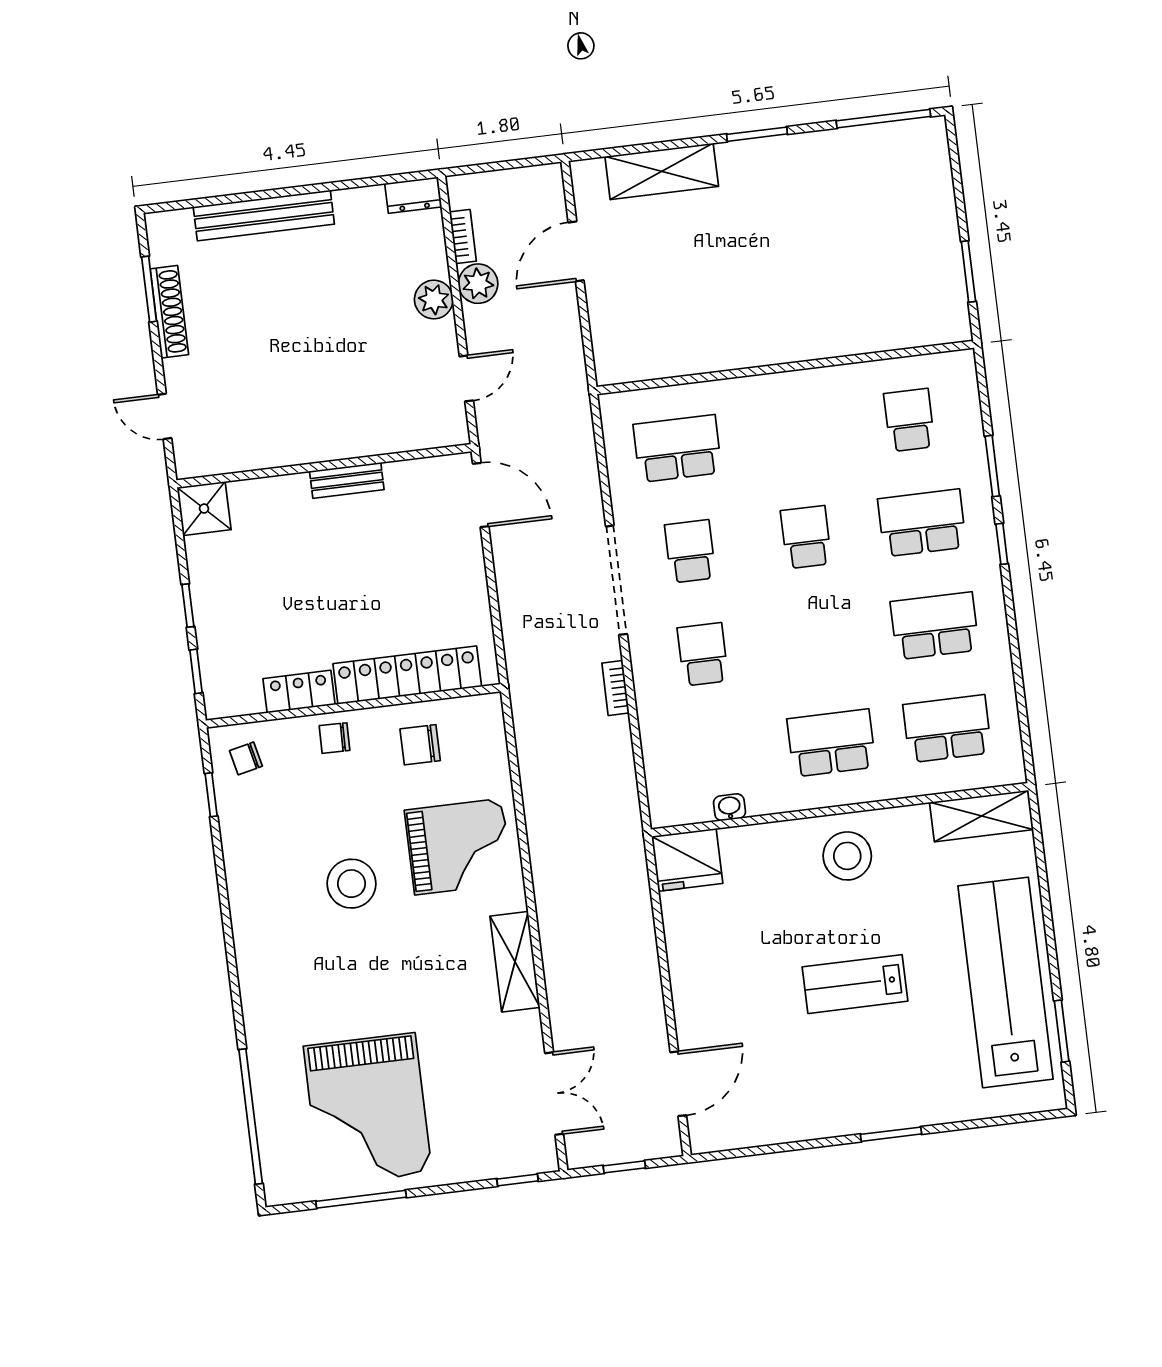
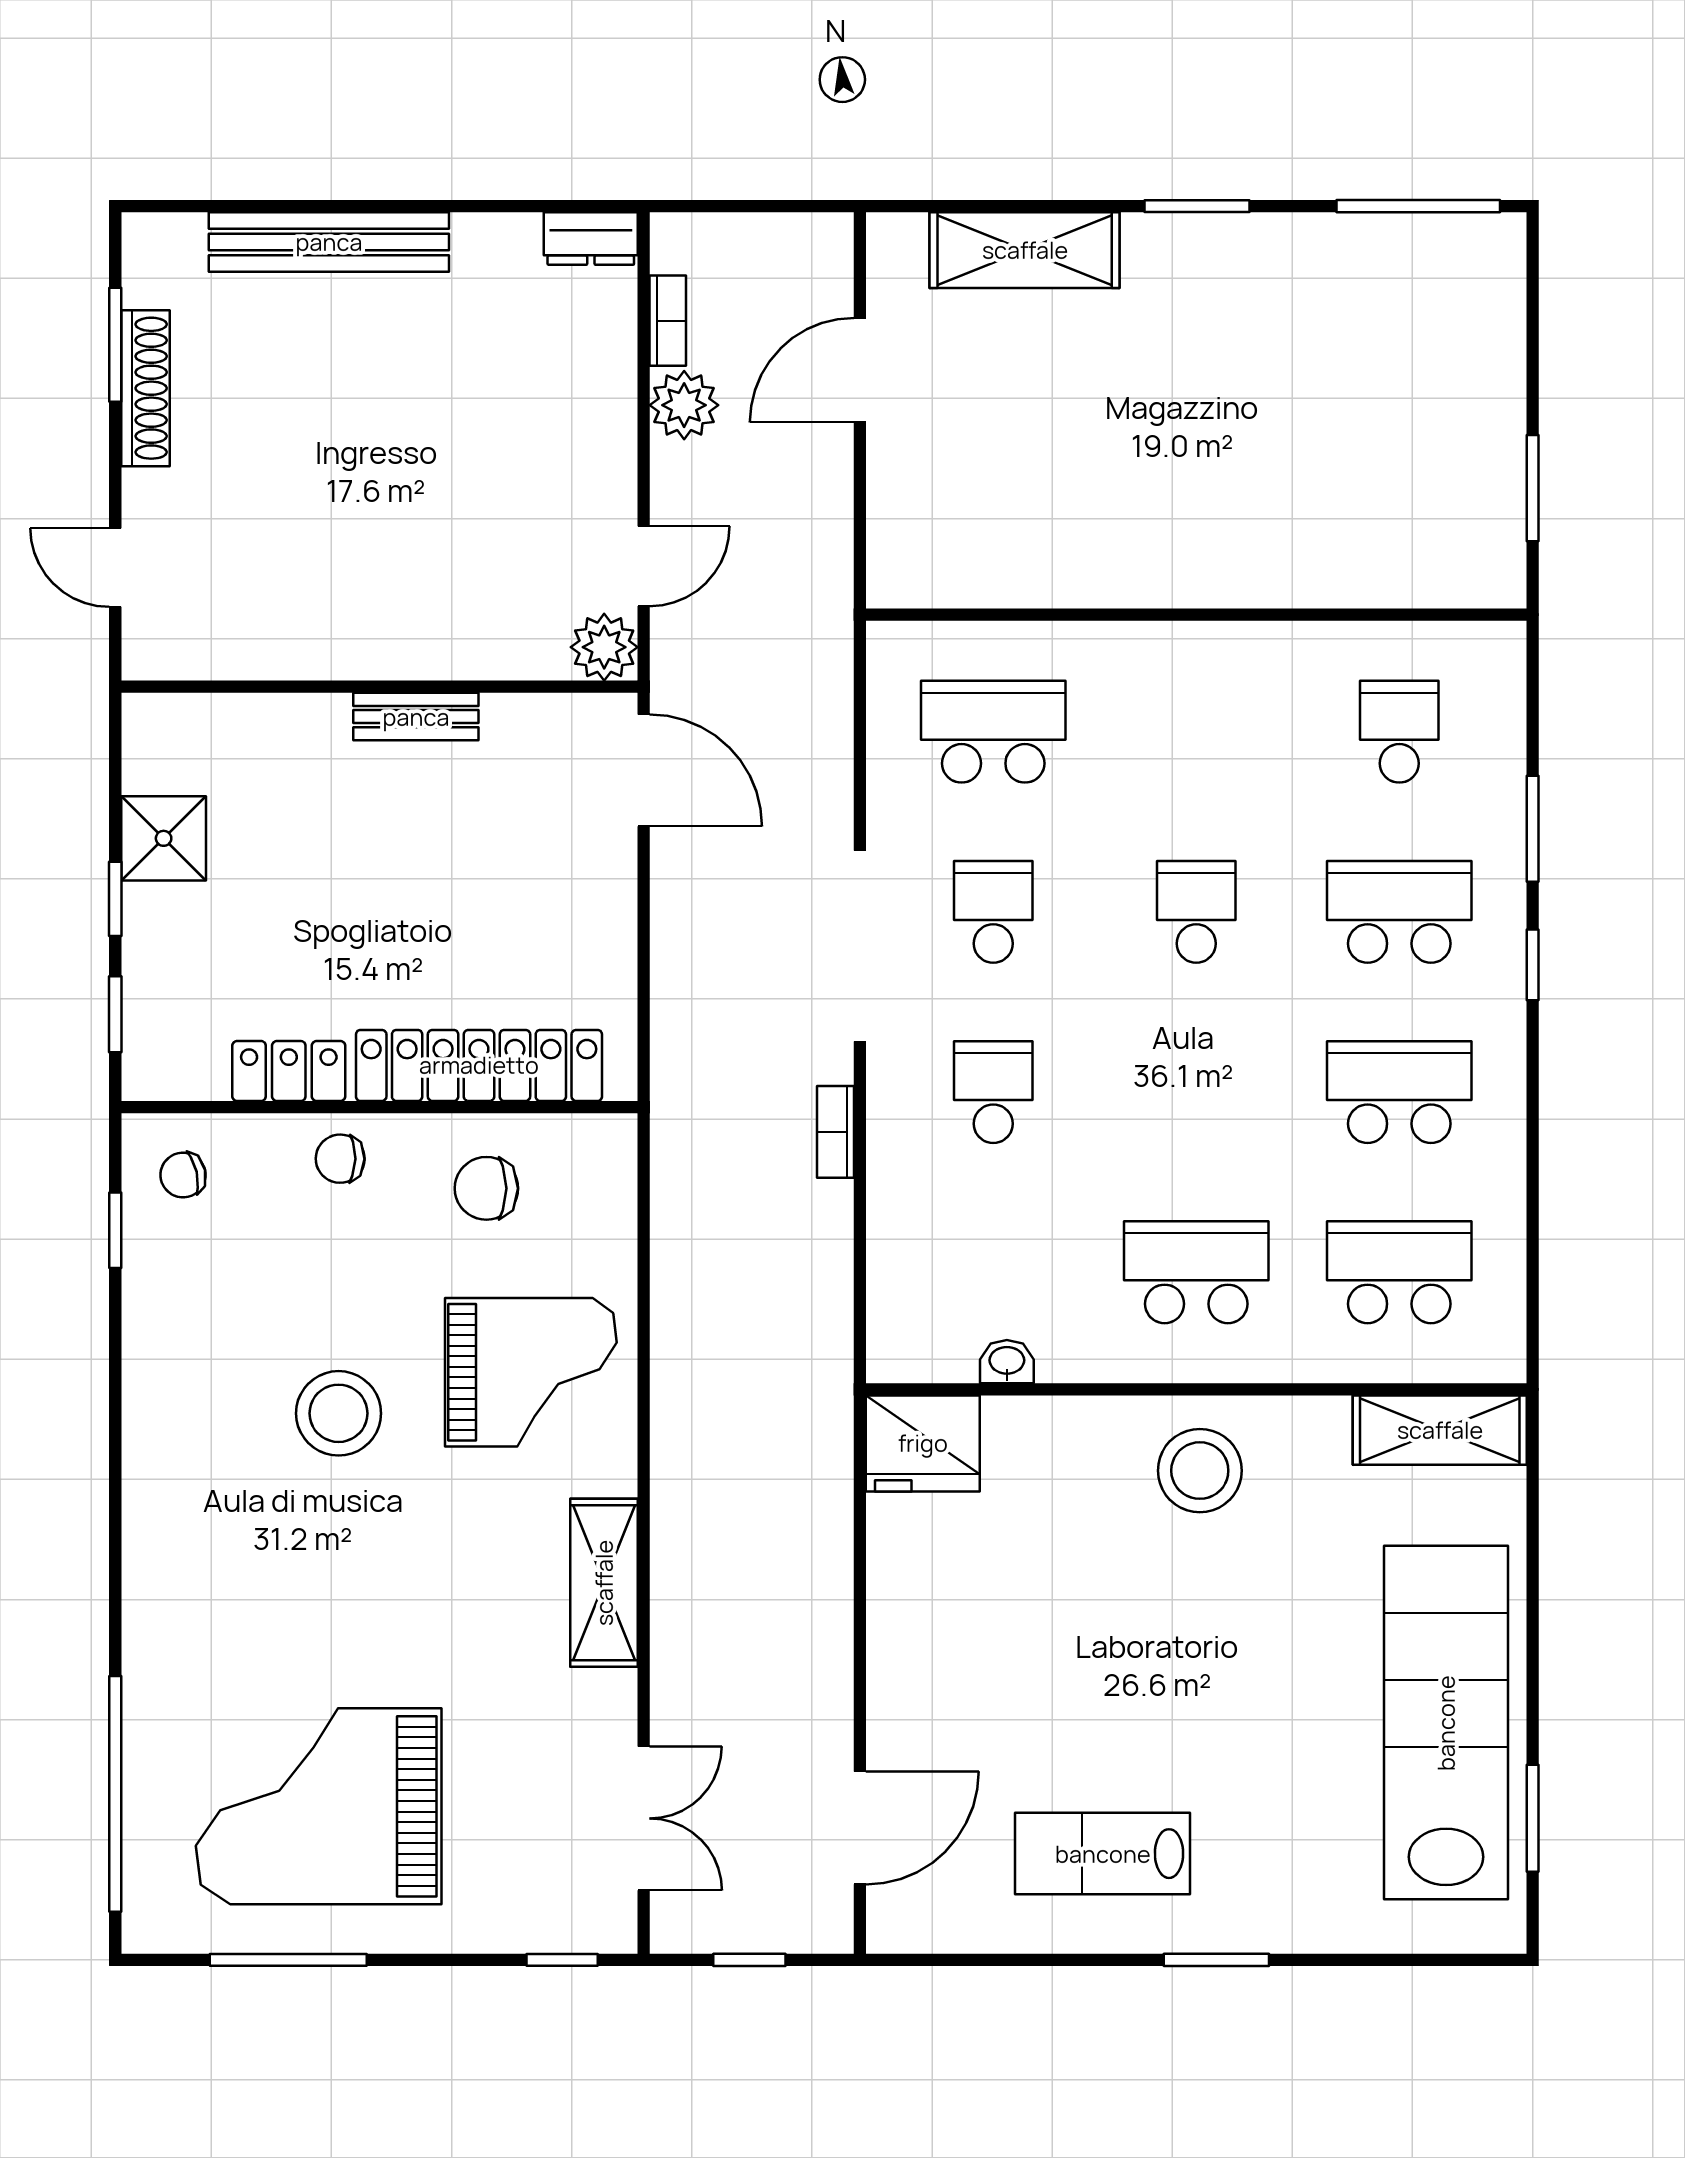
plant: (434, 300) -> (604, 647), moved
shower: (204, 509) -> (164, 838), moved
lab bench: (855, 984) -> (1103, 1854), moved
grand piano: (368, 1109) -> (319, 1806), turned 90

